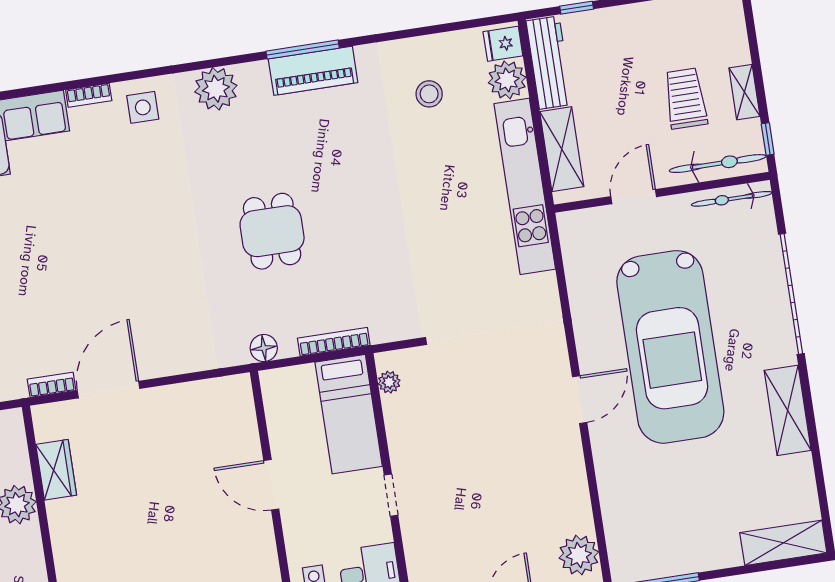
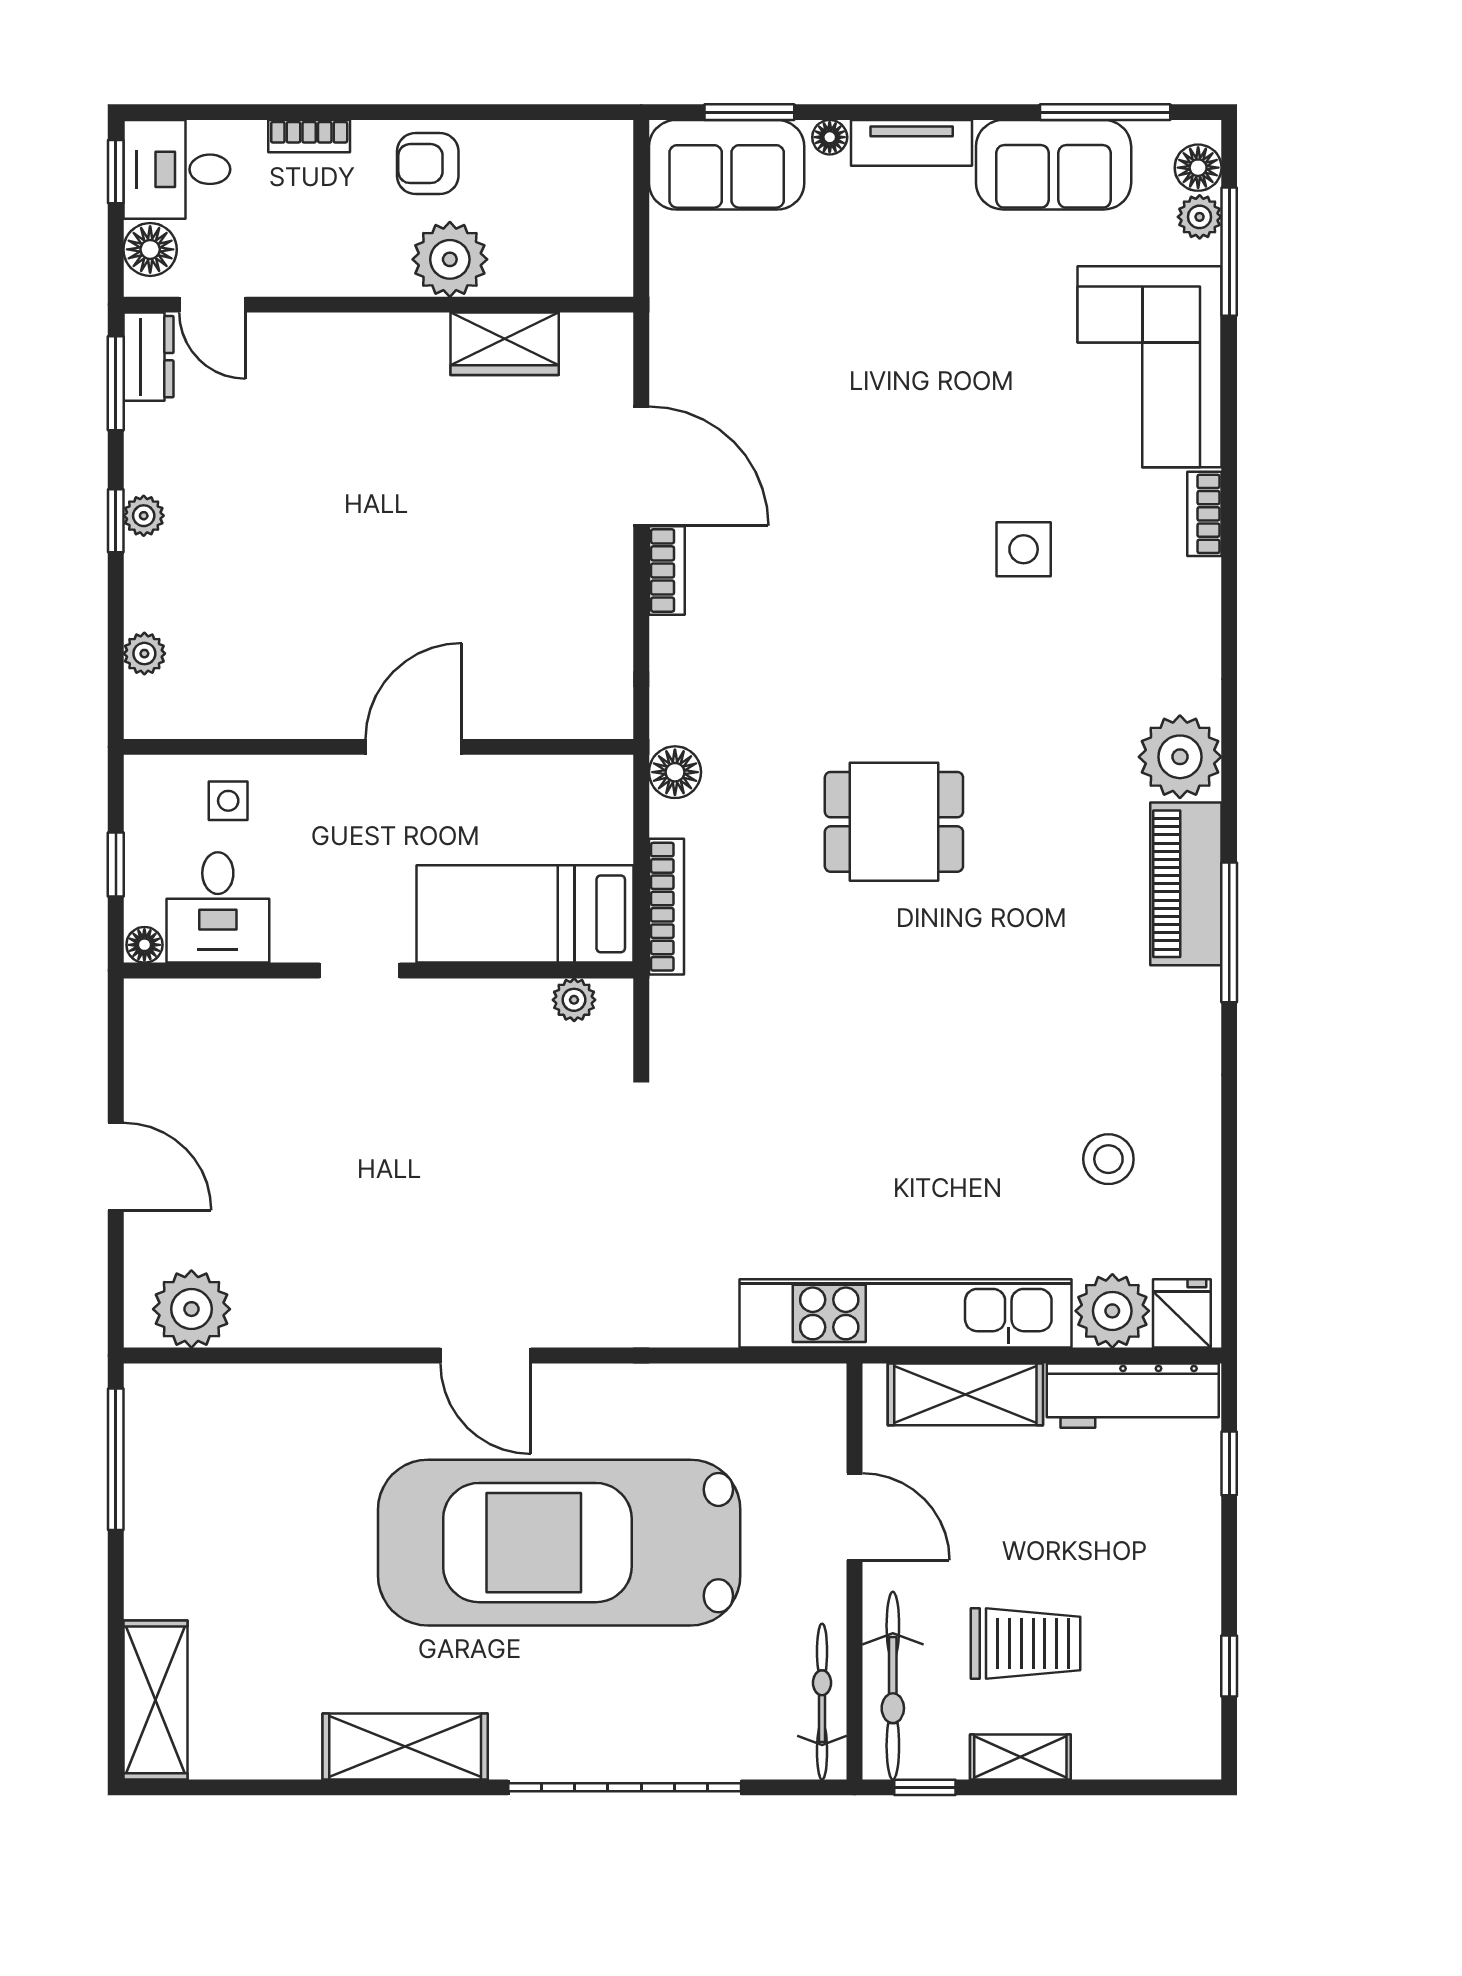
piano: (313, 71) -> (1186, 884), moved
side table: (143, 107) -> (1024, 549), moved
bookcase: (52, 385) -> (667, 570), moved

